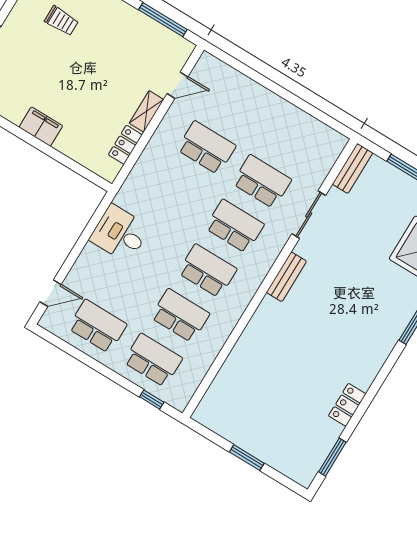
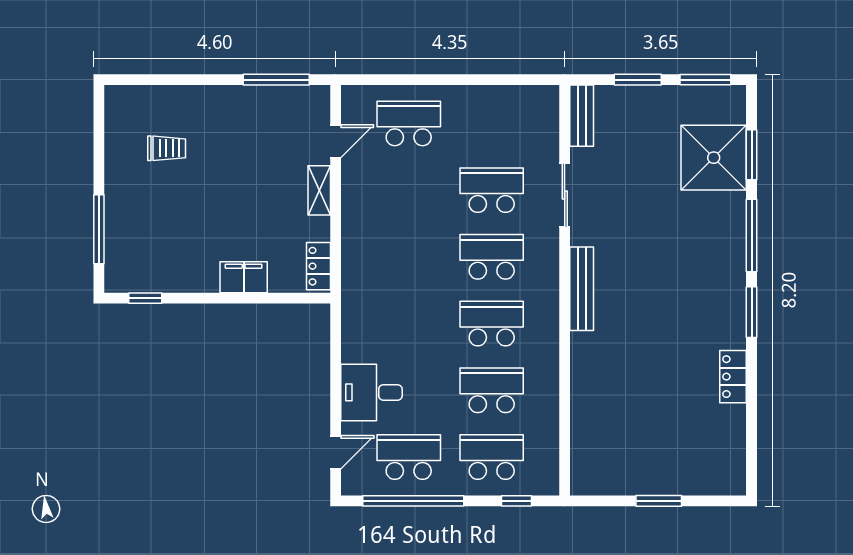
filing cabinet: (41, 127) -> (244, 277), moved
locker: (125, 145) -> (318, 266), moved
school desk: (206, 148) -> (409, 123), moved
desk: (120, 234) -> (371, 392), moved
bench: (286, 277) -> (582, 289), width x1.36
window: (83, 357) -> (413, 501), added
window: (332, 457) -> (752, 312), moved

